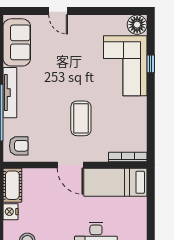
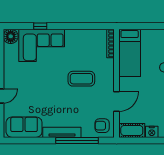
armchair: (19, 146) -> (102, 126), turned -90
door: (70, 165) -> (117, 101), moved

